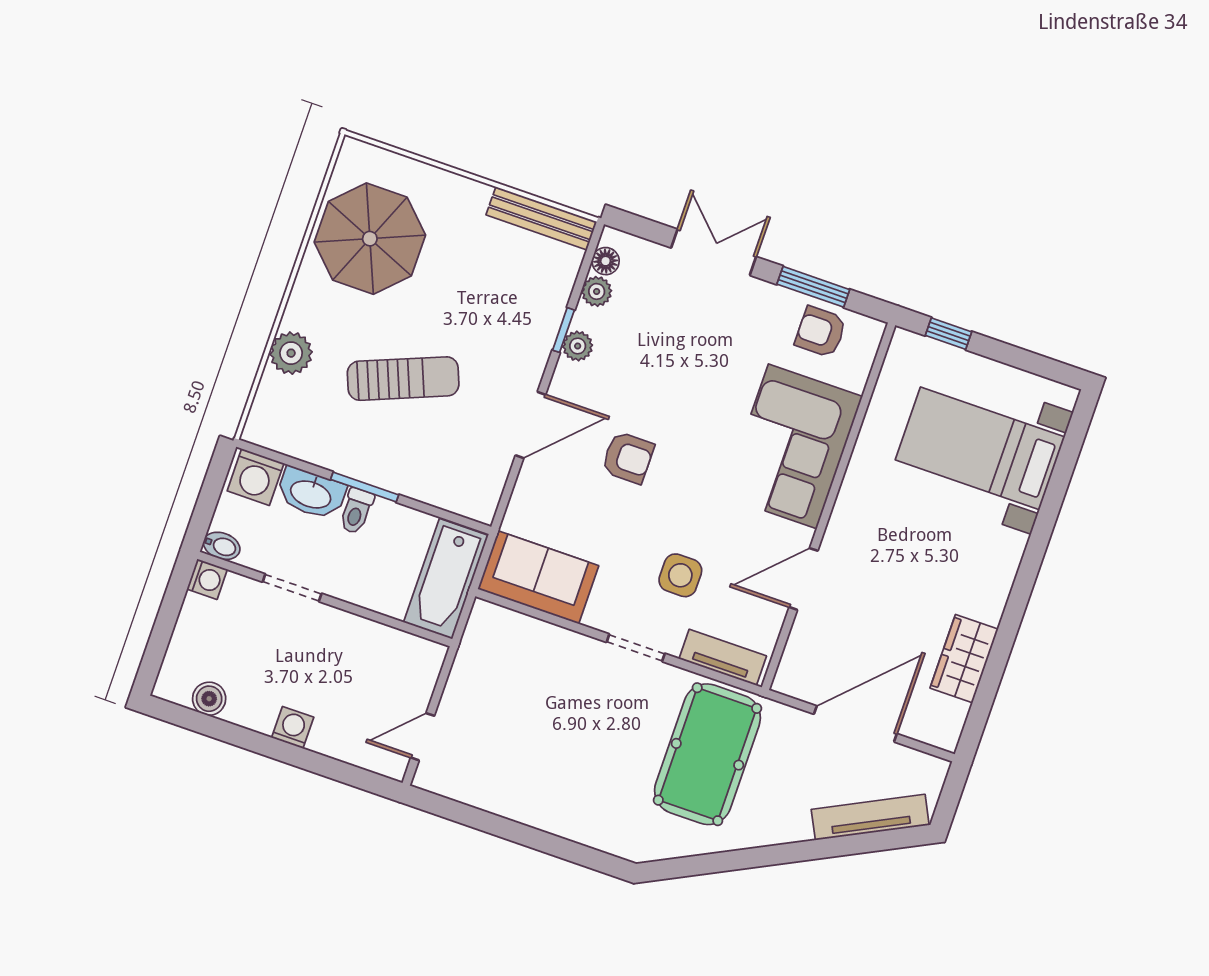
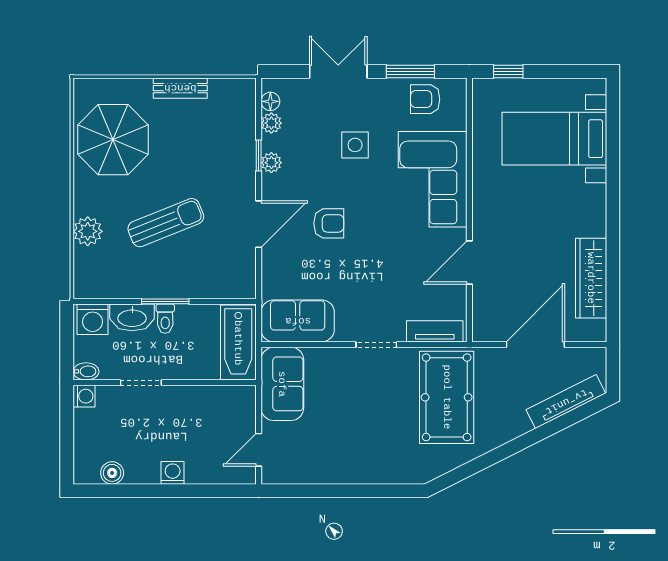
bench: (541, 218) -> (180, 88), moved, width x0.73
side table: (680, 575) -> (355, 145), moved
sofa: (487, 657) -> (282, 384), added
wardrobe: (964, 659) -> (591, 278), width x1.50

